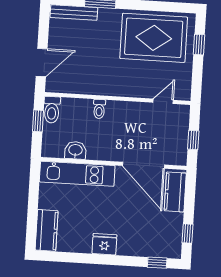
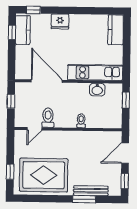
bench: (74, 13) -> (91, 191), moved
window: (44, 24) -> (125, 181), added
toilet: (52, 110) -> (48, 118), moved
window: (38, 121) -> (126, 100), moved
kitchen counter: (175, 192) -> (23, 30), moved
fridge: (104, 244) -> (60, 21), moved

